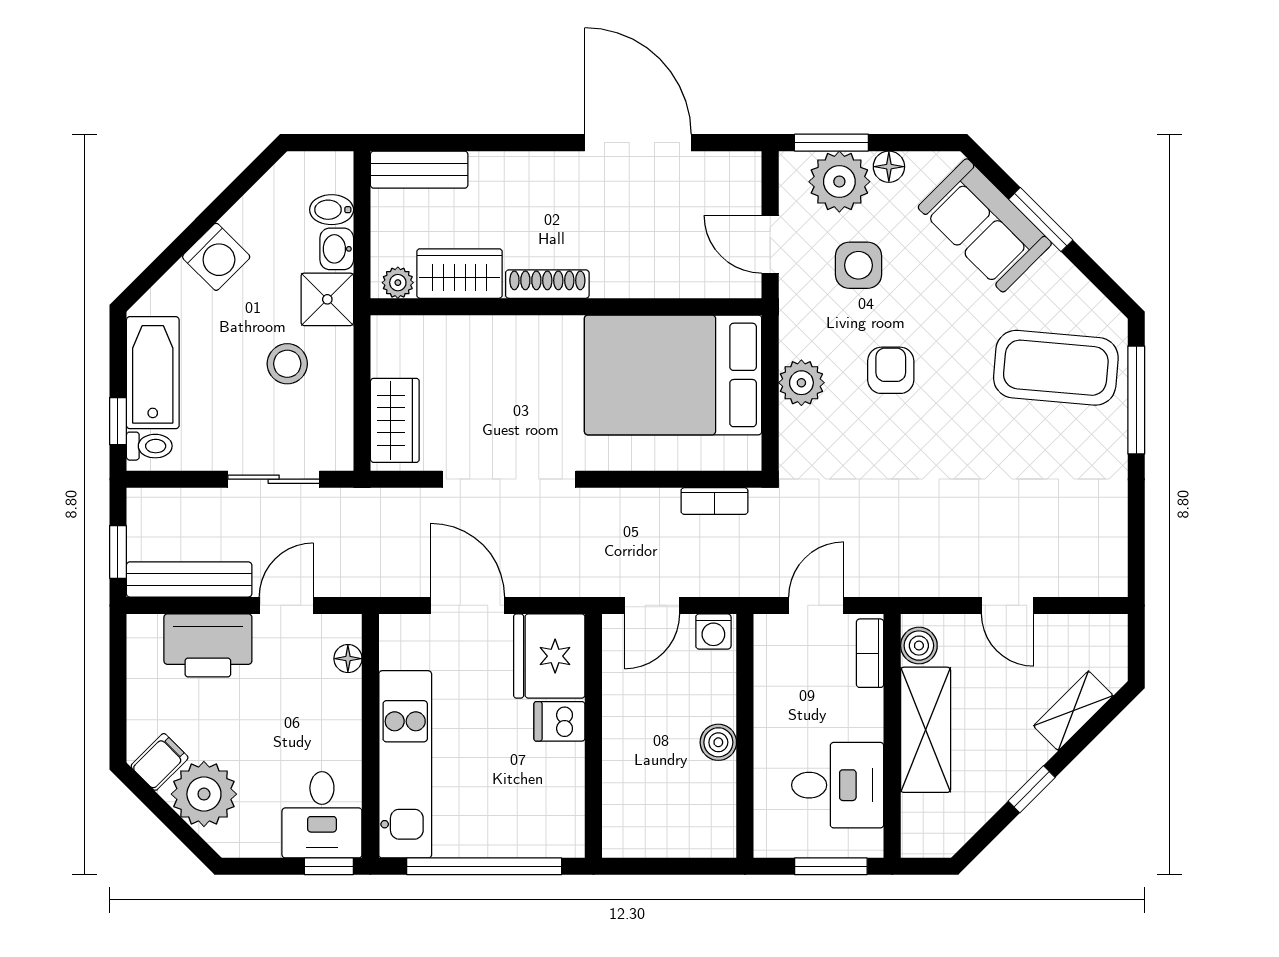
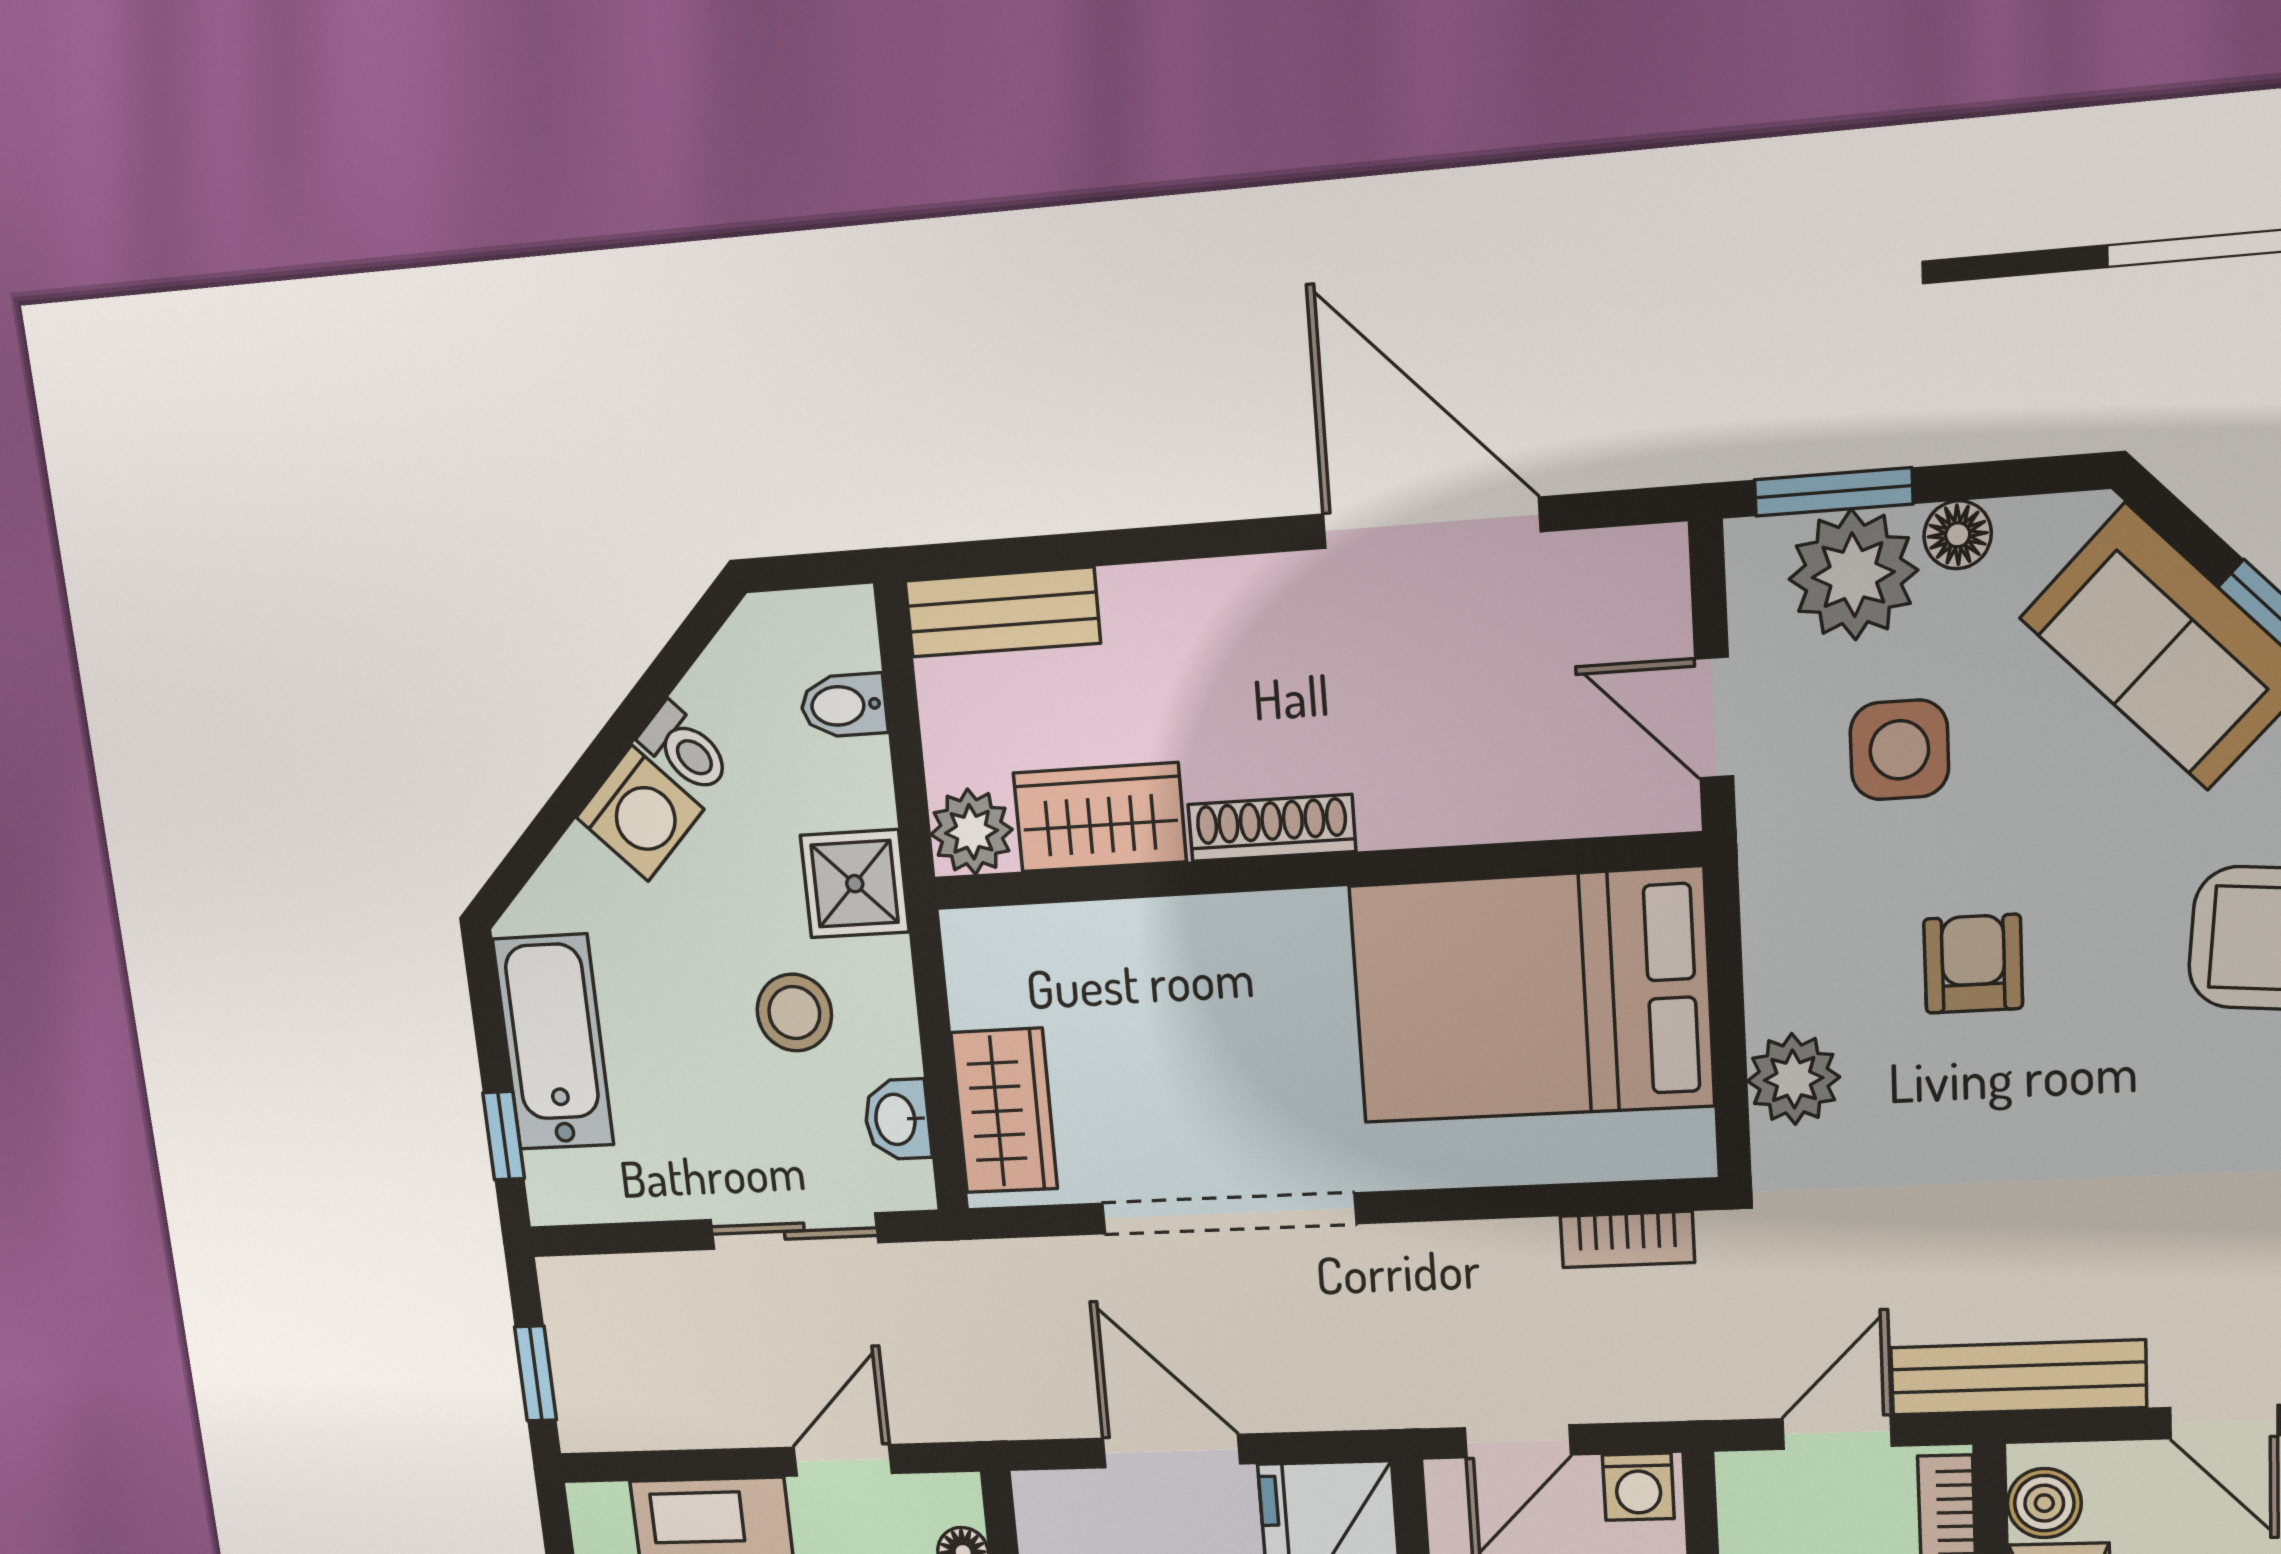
washbasin: (337, 249) -> (897, 1119), moved
plant: (398, 283) -> (972, 832), width x1.38, depth x1.38
plant: (801, 383) -> (1794, 1079), moved
toilet: (149, 446) -> (685, 749), moved, turned 45
bench: (189, 579) -> (2018, 1377), moved

